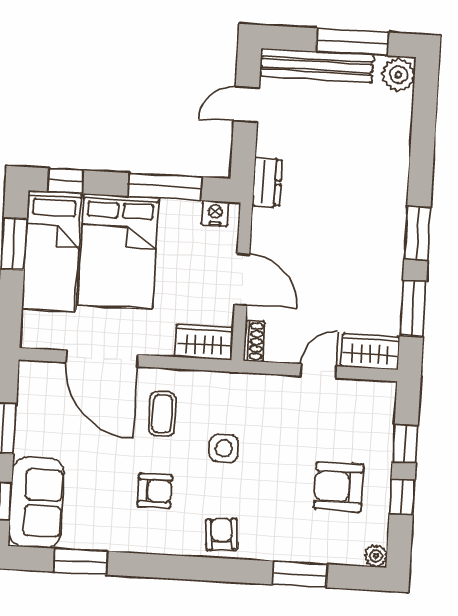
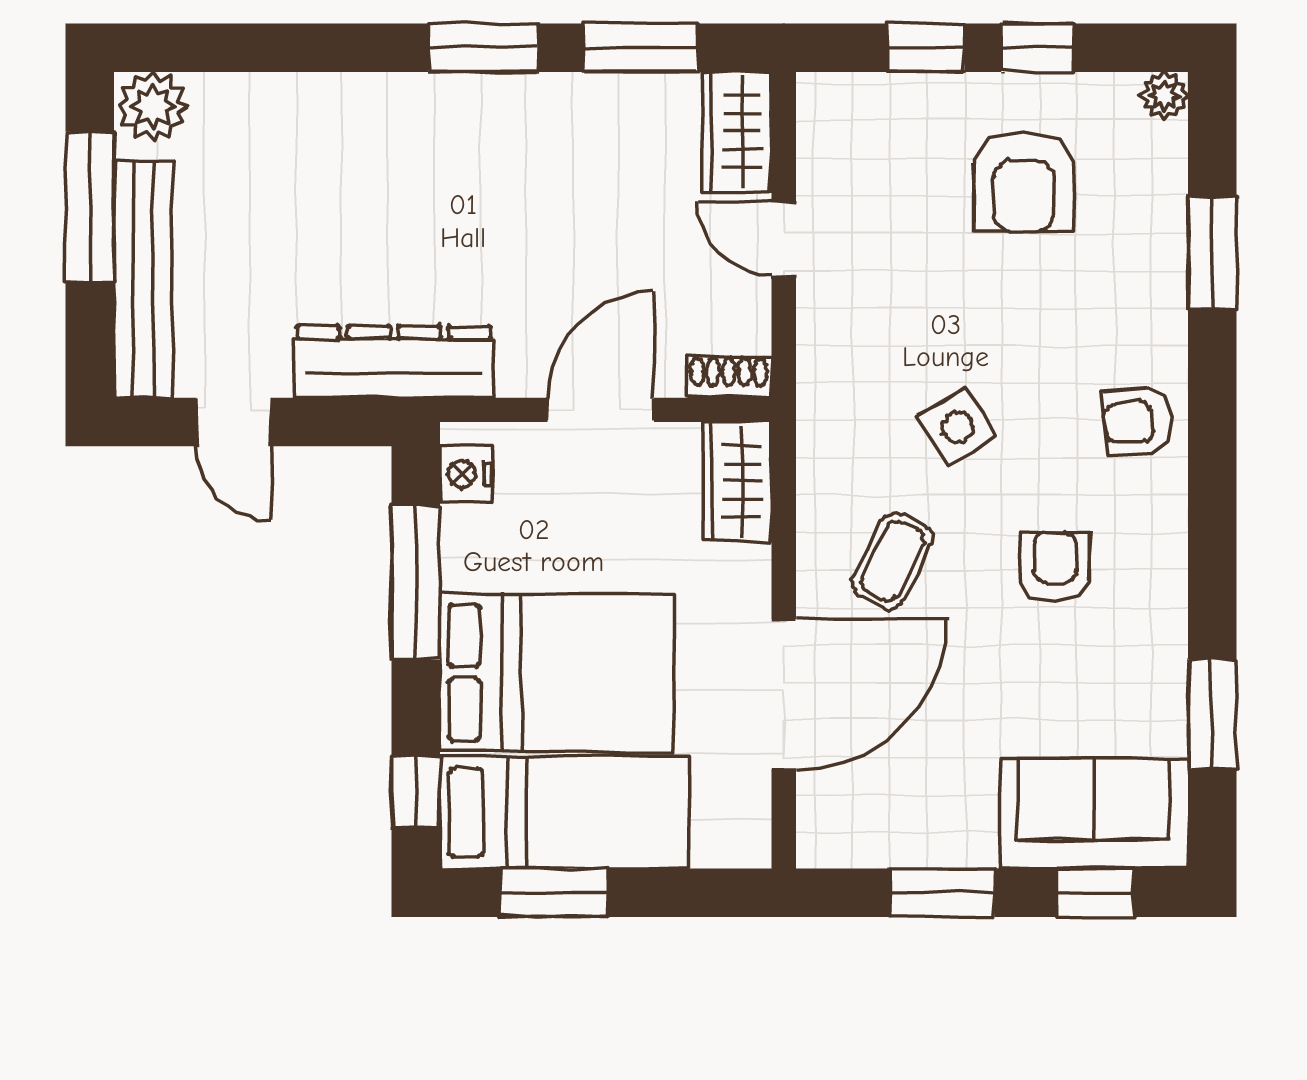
dresser: (267, 182) -> (394, 362), width x1.96, depth x1.24
coffee table: (162, 414) -> (892, 561), turned -63
side table: (224, 448) -> (957, 428), turned -32

